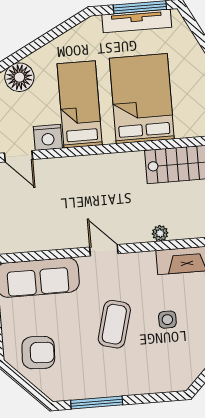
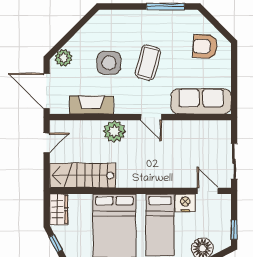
plant: (160, 233) -> (114, 131), width x1.87, depth x1.87
side table: (167, 320) -> (109, 63), width x1.87, depth x1.87

